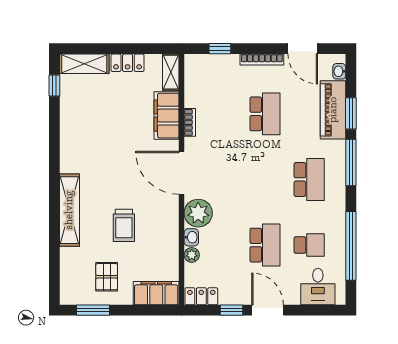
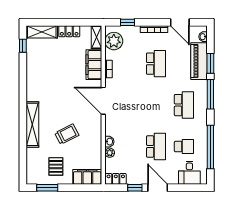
plant: (198, 213) -> (114, 41), moved
trolley: (124, 225) -> (67, 134), turned -117

